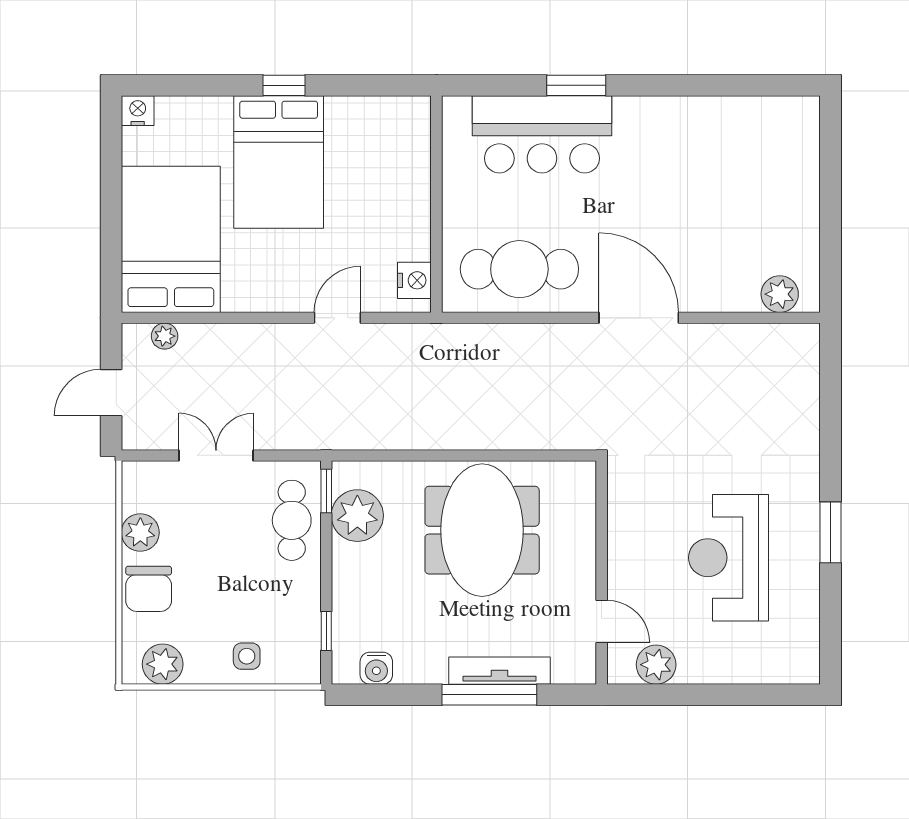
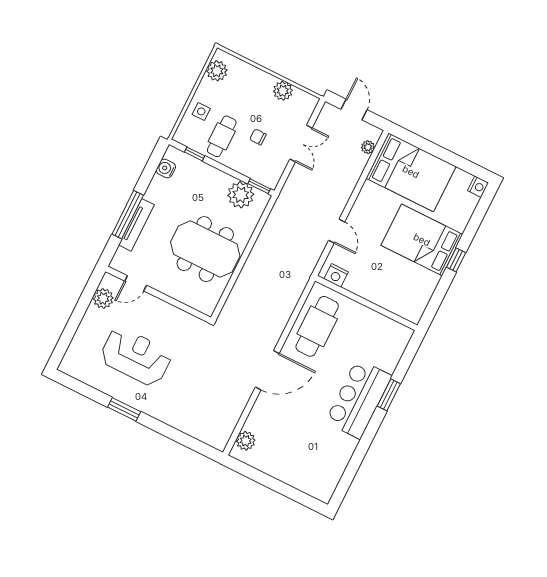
bar counter: (542, 134) -> (359, 399), moved
cafe table: (292, 520) -> (222, 136), moved, turned 90
chair: (149, 589) -> (258, 137), moved, width x0.54, depth x0.54

